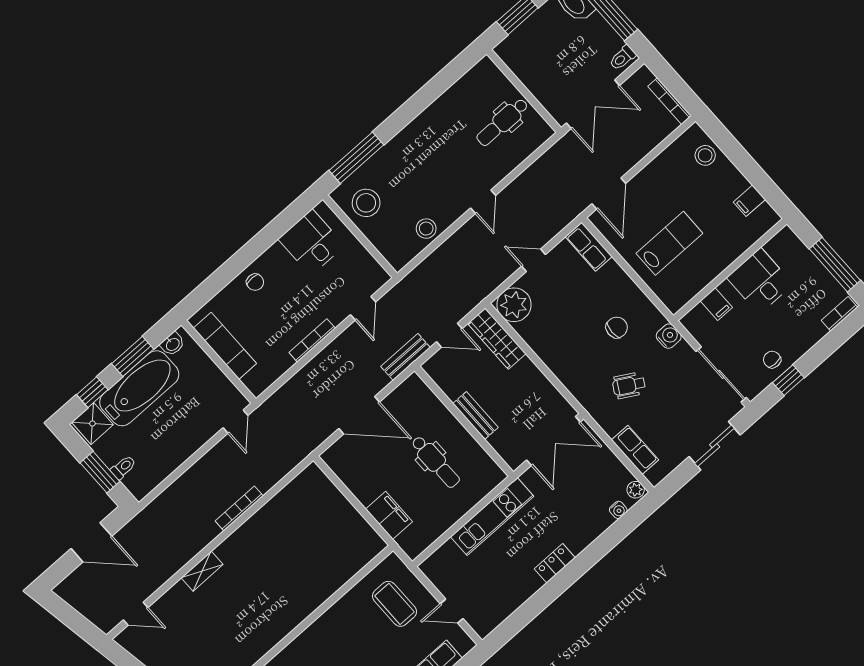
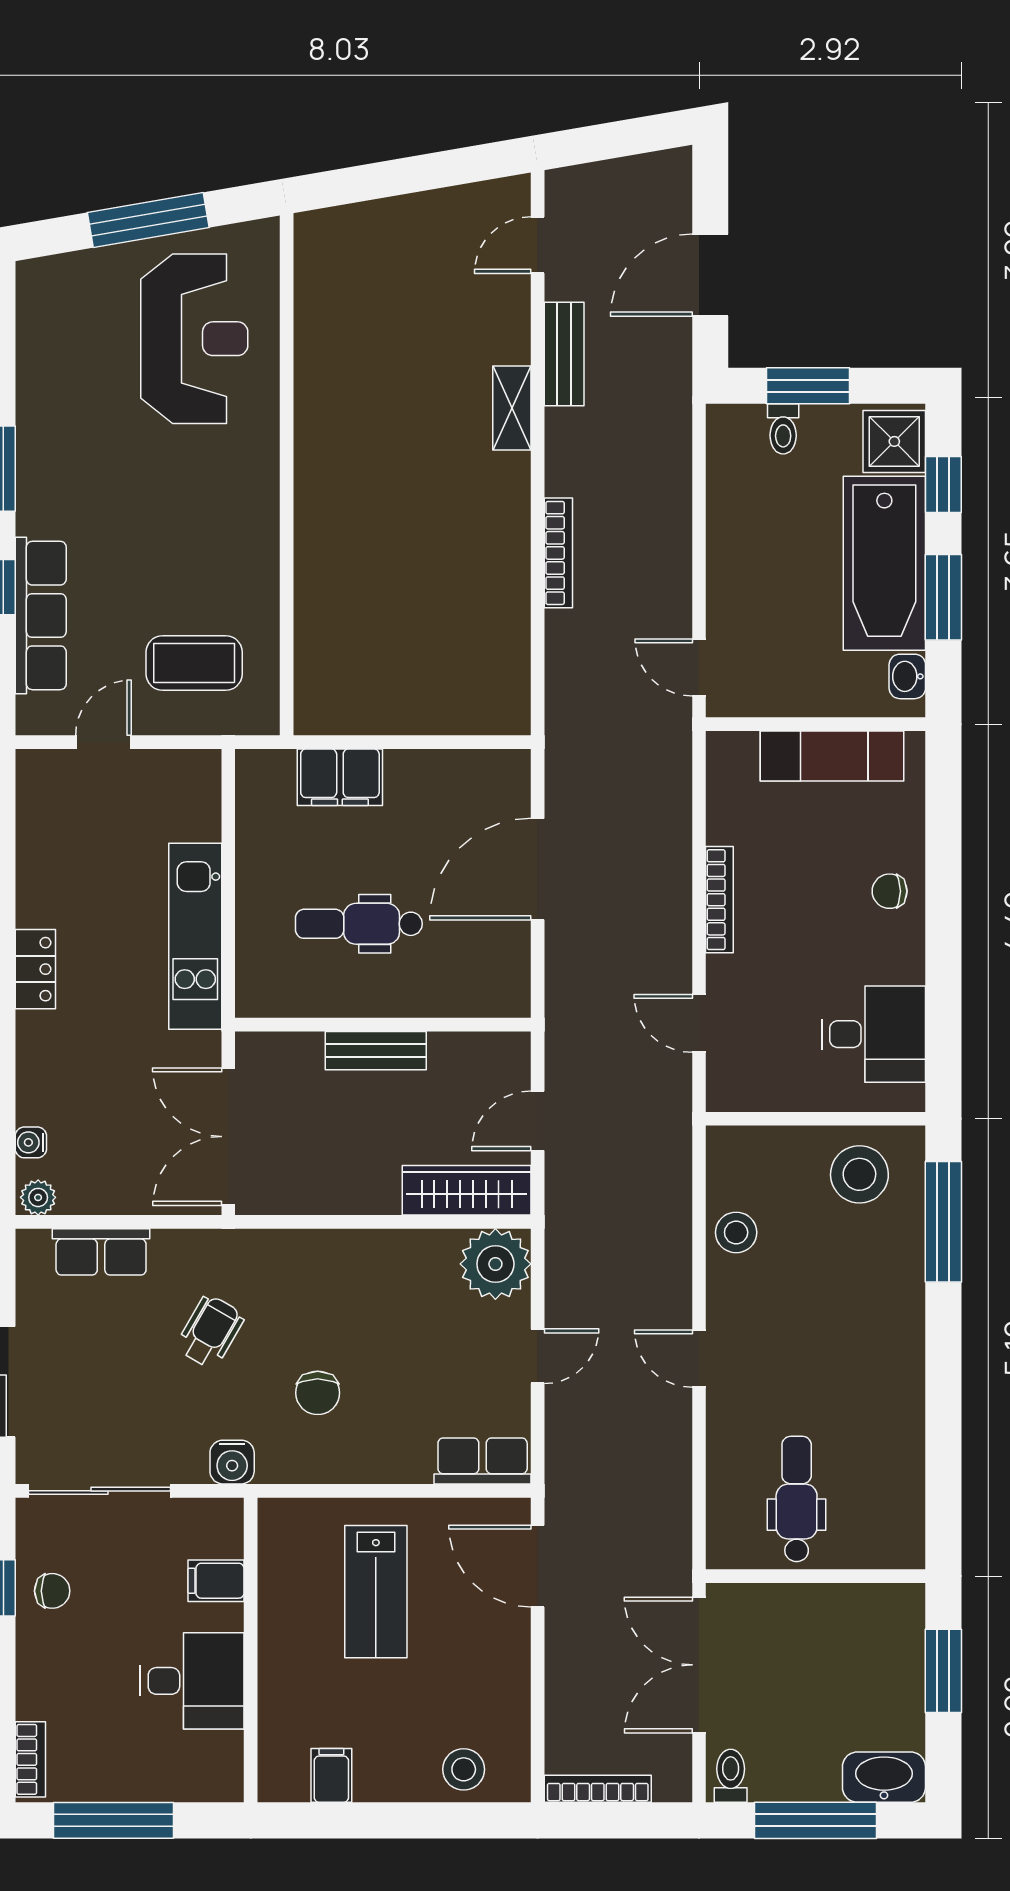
bench: (406, 357) -> (564, 354), moved

